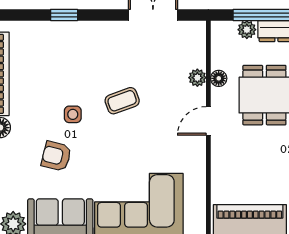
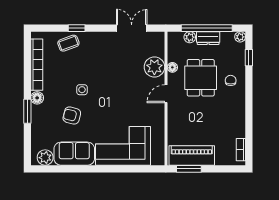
plant: (197, 78) -> (154, 67), width x1.88, depth x1.88
coffee table: (122, 101) -> (68, 43), moved

